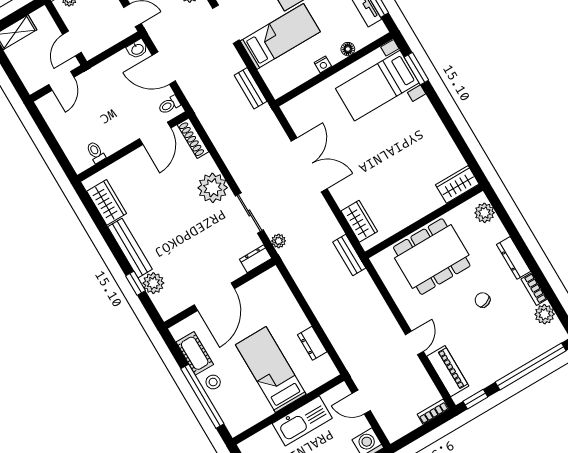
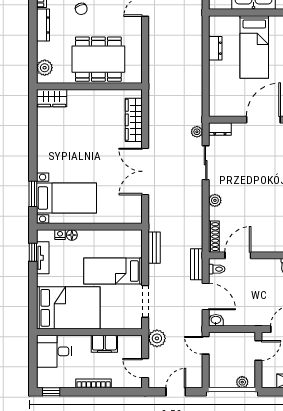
nightstand: (323, 64) -> (60, 235), moved
plant: (213, 188) -> (215, 200), width x0.53, depth x0.53
wardrobe: (359, 221) -> (134, 120), width x1.50
bench: (349, 255) -> (197, 264), moved

